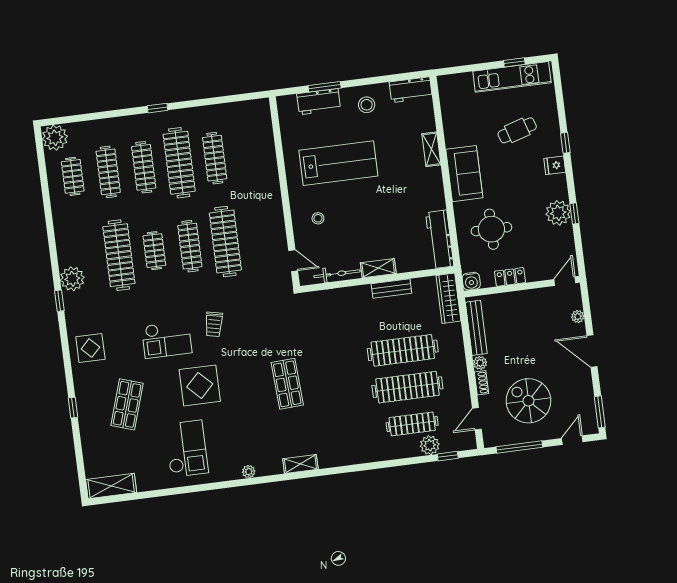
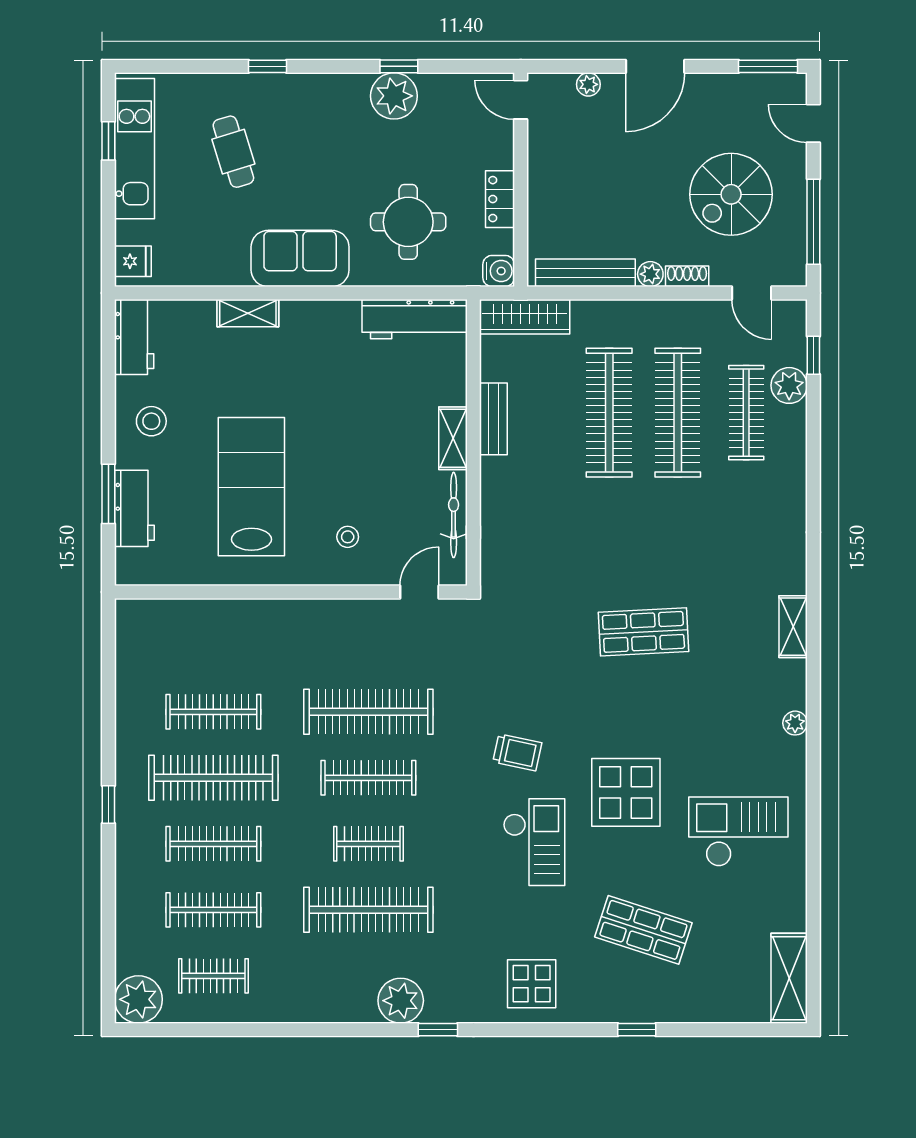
fridge: (555, 165) -> (133, 261), moved, turned -90

